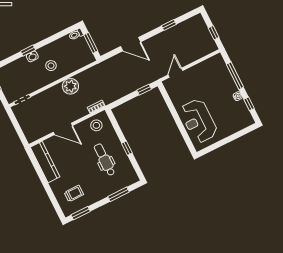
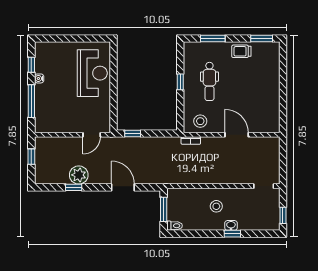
plant: (70, 86) -> (79, 175), moved
kitchen counter: (45, 162) -> (272, 110), removed
trolley: (74, 194) -> (241, 51), moved

